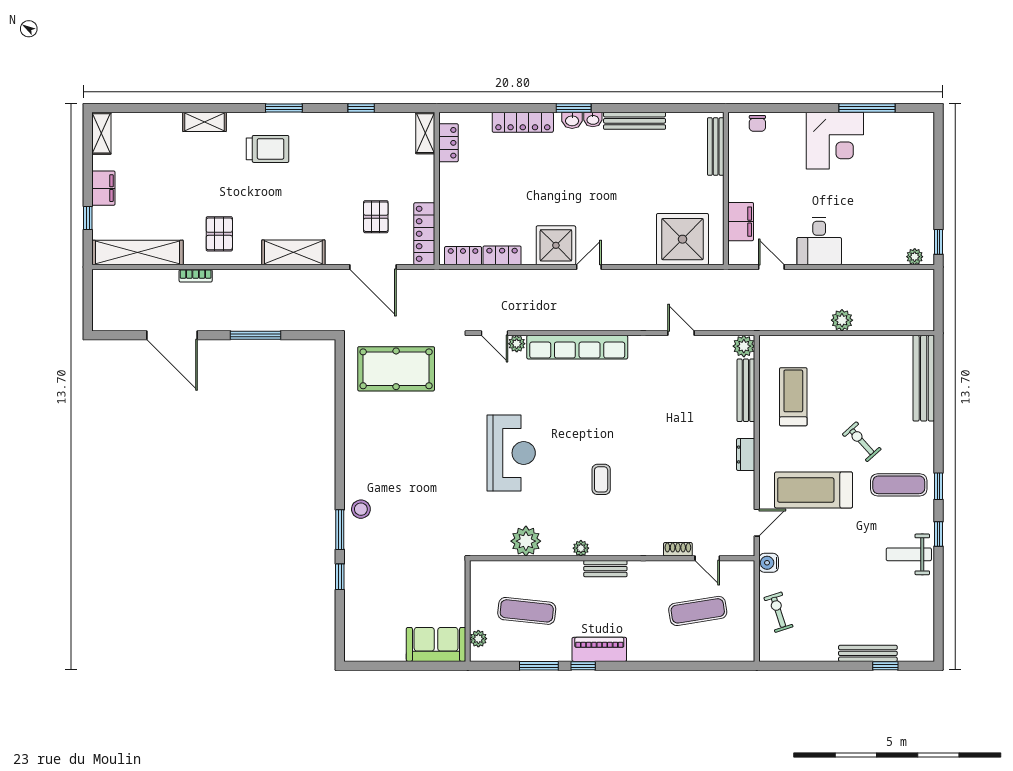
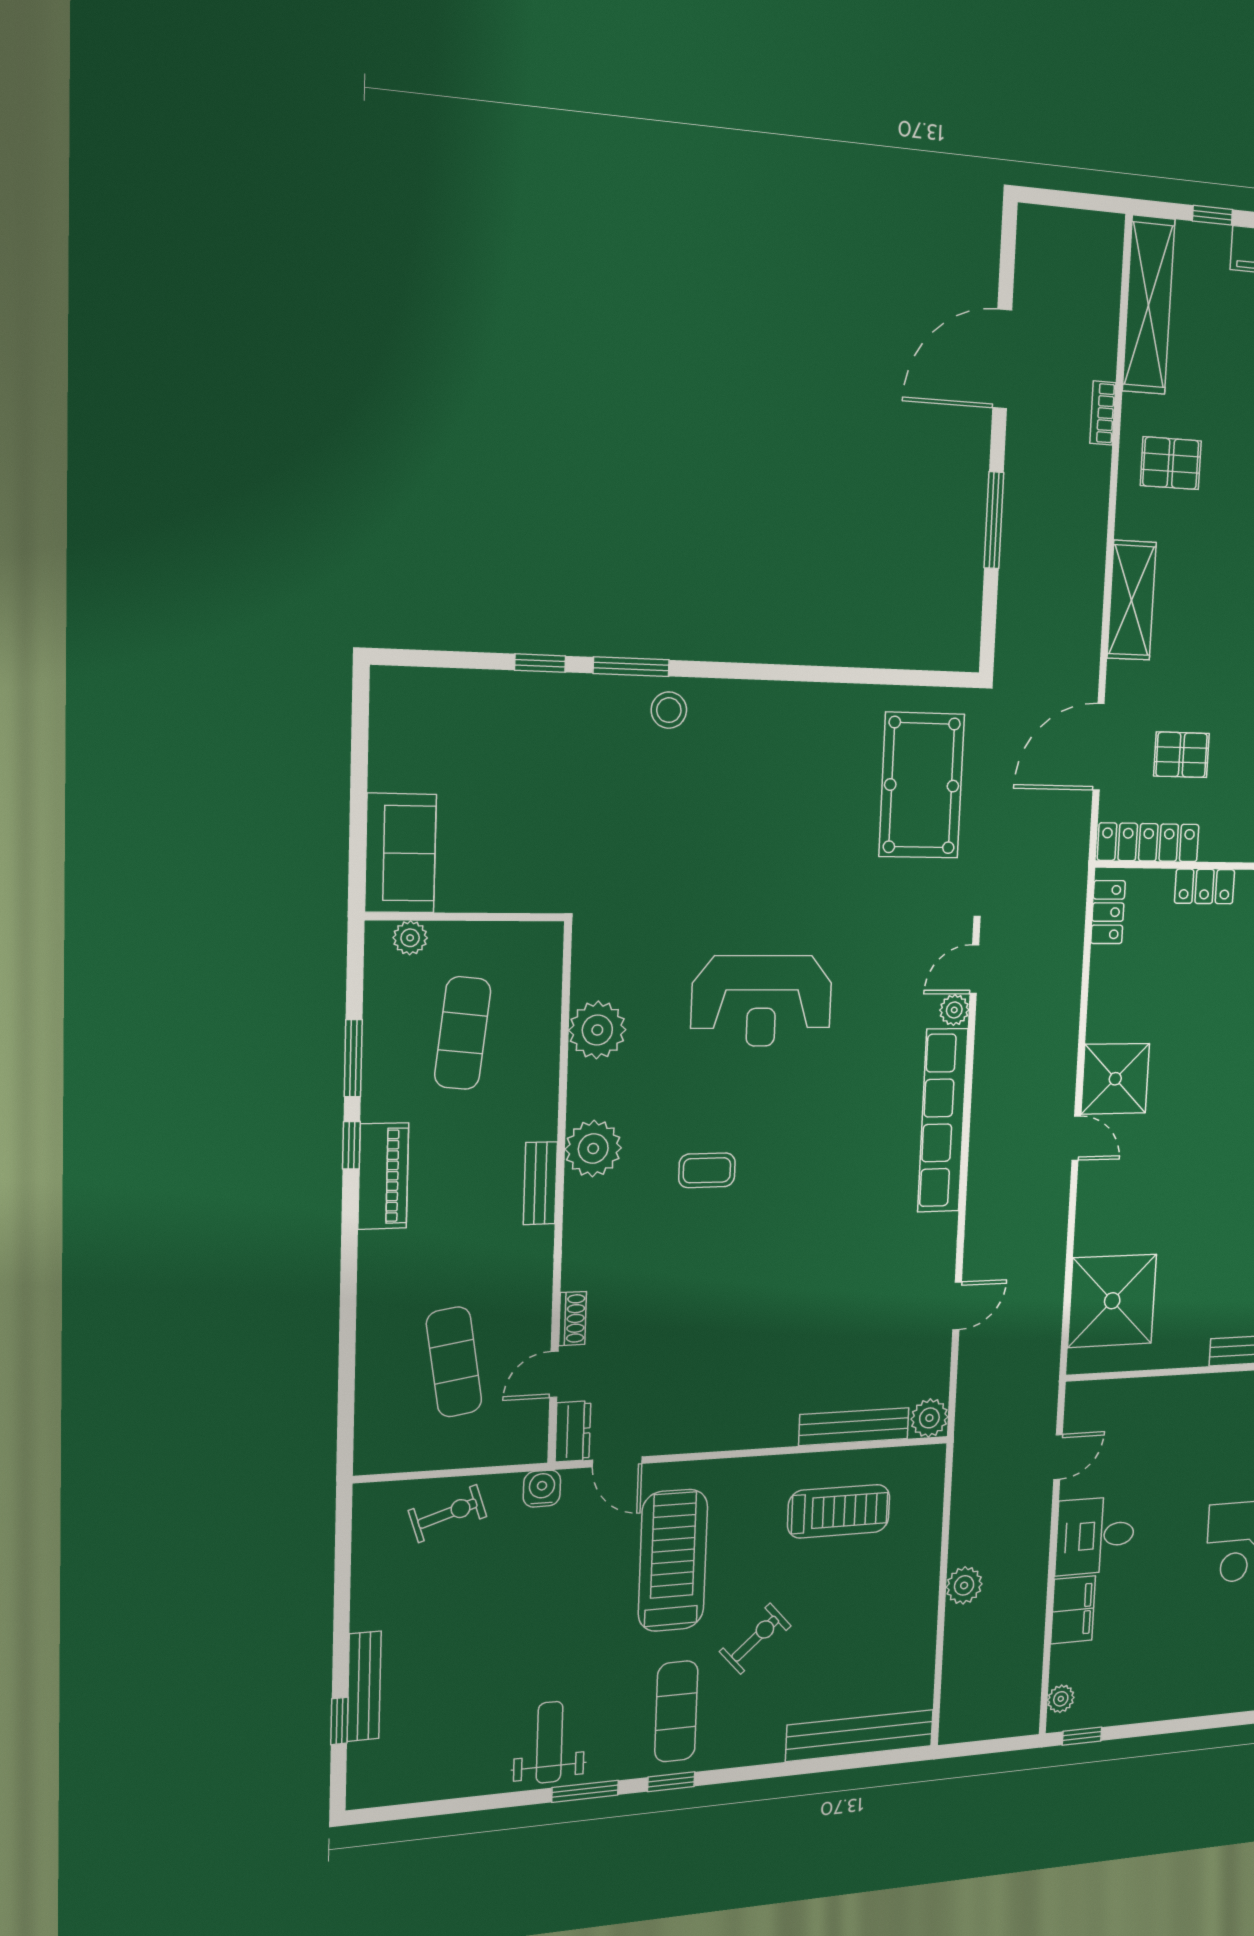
filing cabinet: (741, 222) -> (1073, 1610), moved, turned -90
locker: (502, 255) -> (1205, 886), moved, turned 90
dresser: (746, 454) -> (573, 1431), moved, turned 90
window: (939, 534) -> (585, 1791), width x1.50
plant: (581, 548) -> (593, 1149), width x1.87, depth x1.87

